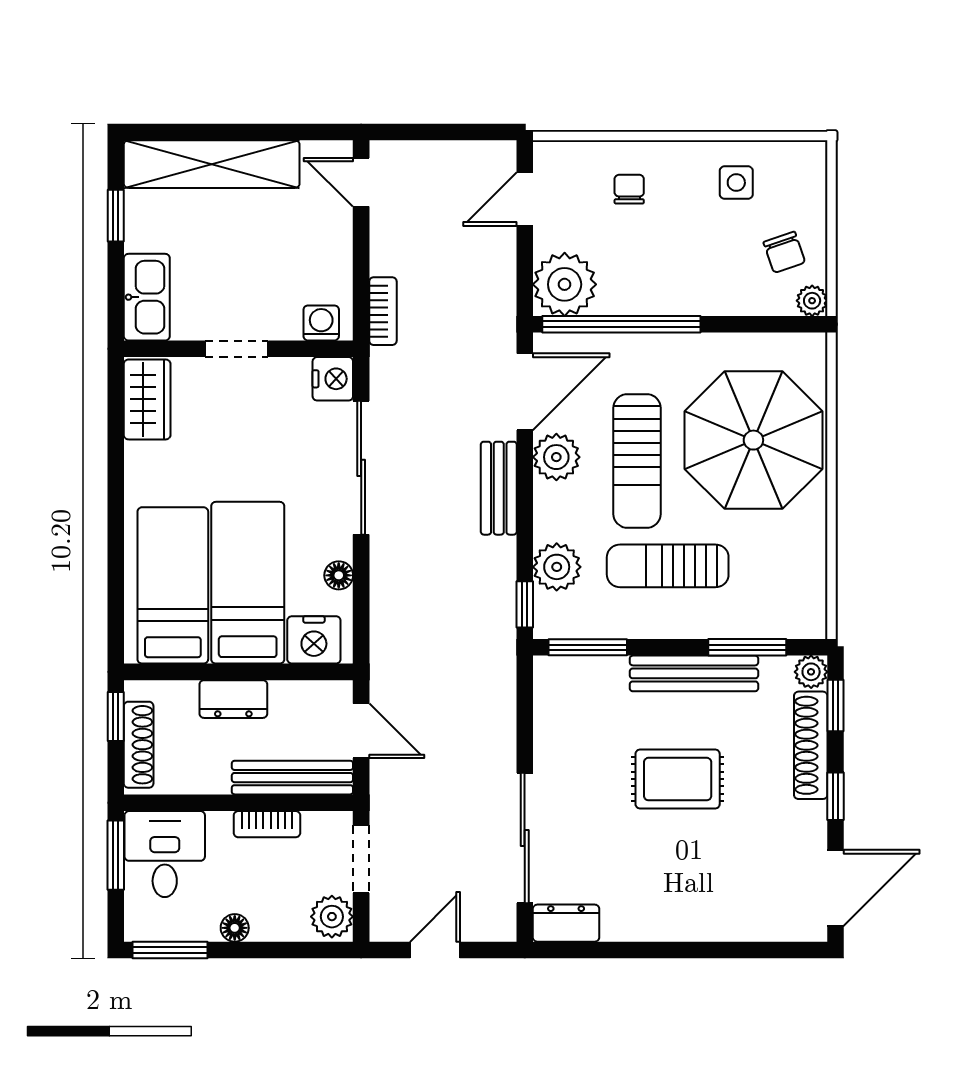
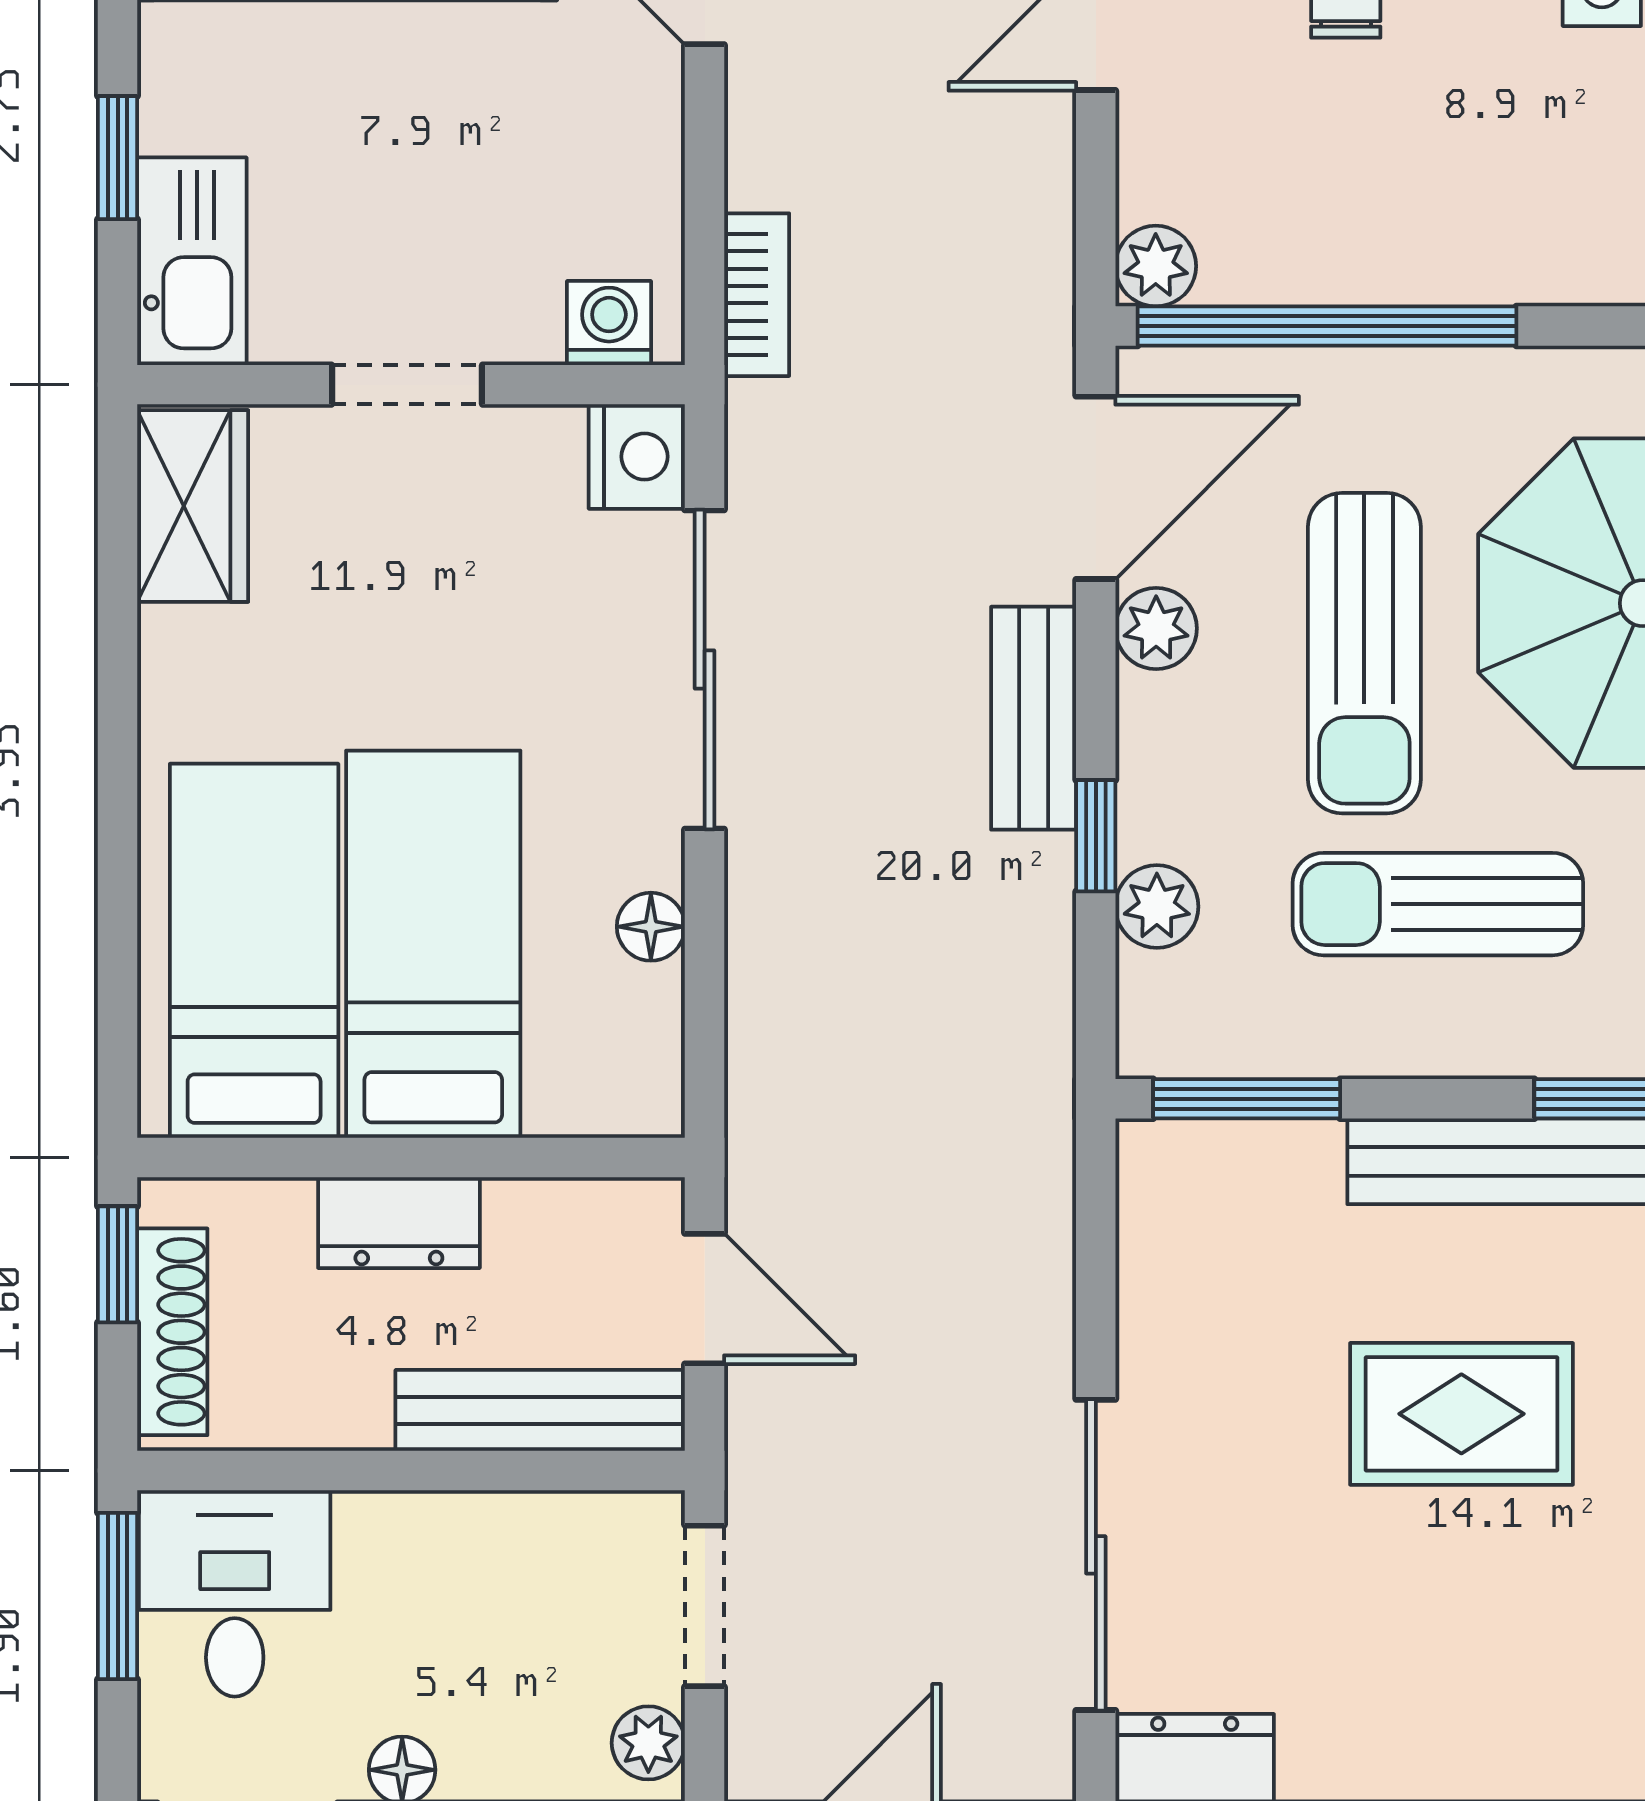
window: (116, 216) -> (118, 158), moved
plant: (565, 284) -> (1156, 266), width x0.53, depth x0.53
plant: (556, 457) -> (1156, 628), width x0.73, depth x0.73
plant: (557, 567) -> (1157, 907), width x0.73, depth x0.73
window: (525, 604) -> (1096, 836), moved
nightstand: (314, 640) -> (592, 1081), removed
bookcase: (267, 824) -> (479, 1522), removed
plant: (332, 917) -> (648, 1743), width x0.73, depth x0.73

